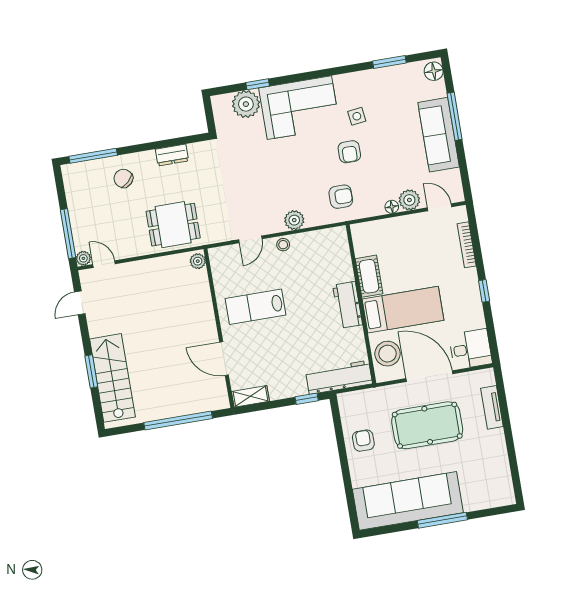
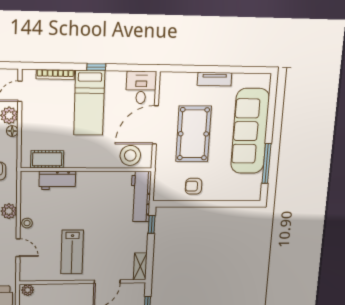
cot: (369, 276) -> (47, 159), moved
workbench: (348, 305) -> (57, 180), moved
bed: (403, 310) -> (89, 103), moved, turned 180
tv unit: (492, 407) -> (214, 79), moved
sofa: (408, 501) -> (250, 131), moved
window: (442, 520) -> (267, 163), moved

